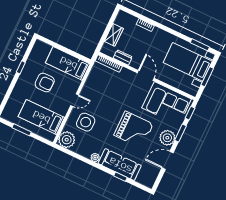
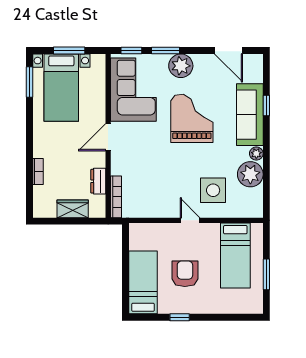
bed: (68, 63) -> (143, 282), moved, turned 180
plant: (67, 140) -> (250, 174), moved
door: (168, 160) -> (228, 50), moved

